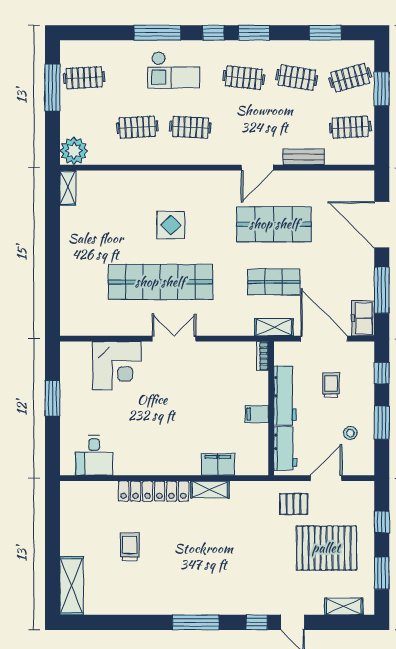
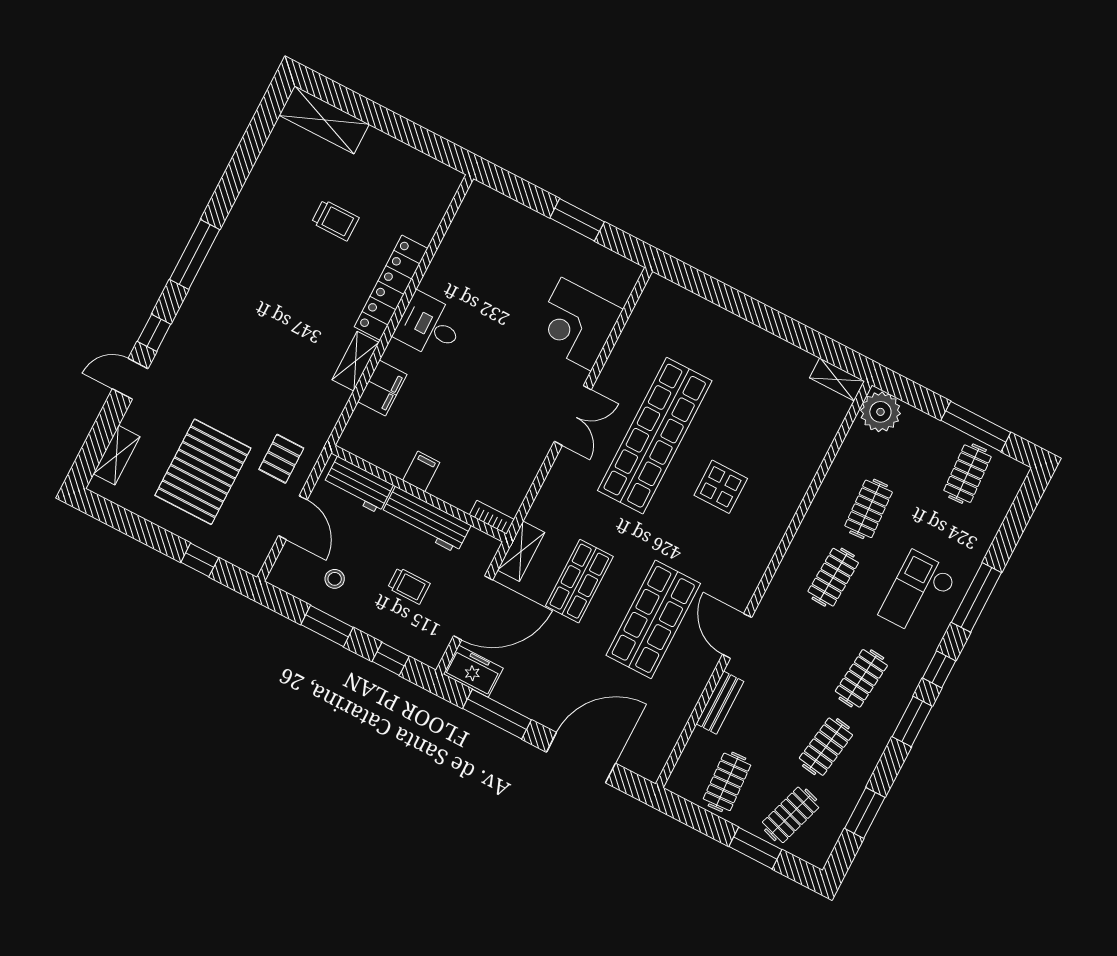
clothes rail: (350, 78) -> (791, 815), turned 33
desk: (94, 455) -> (429, 326), moved
window: (382, 573) -> (134, 526), removed

